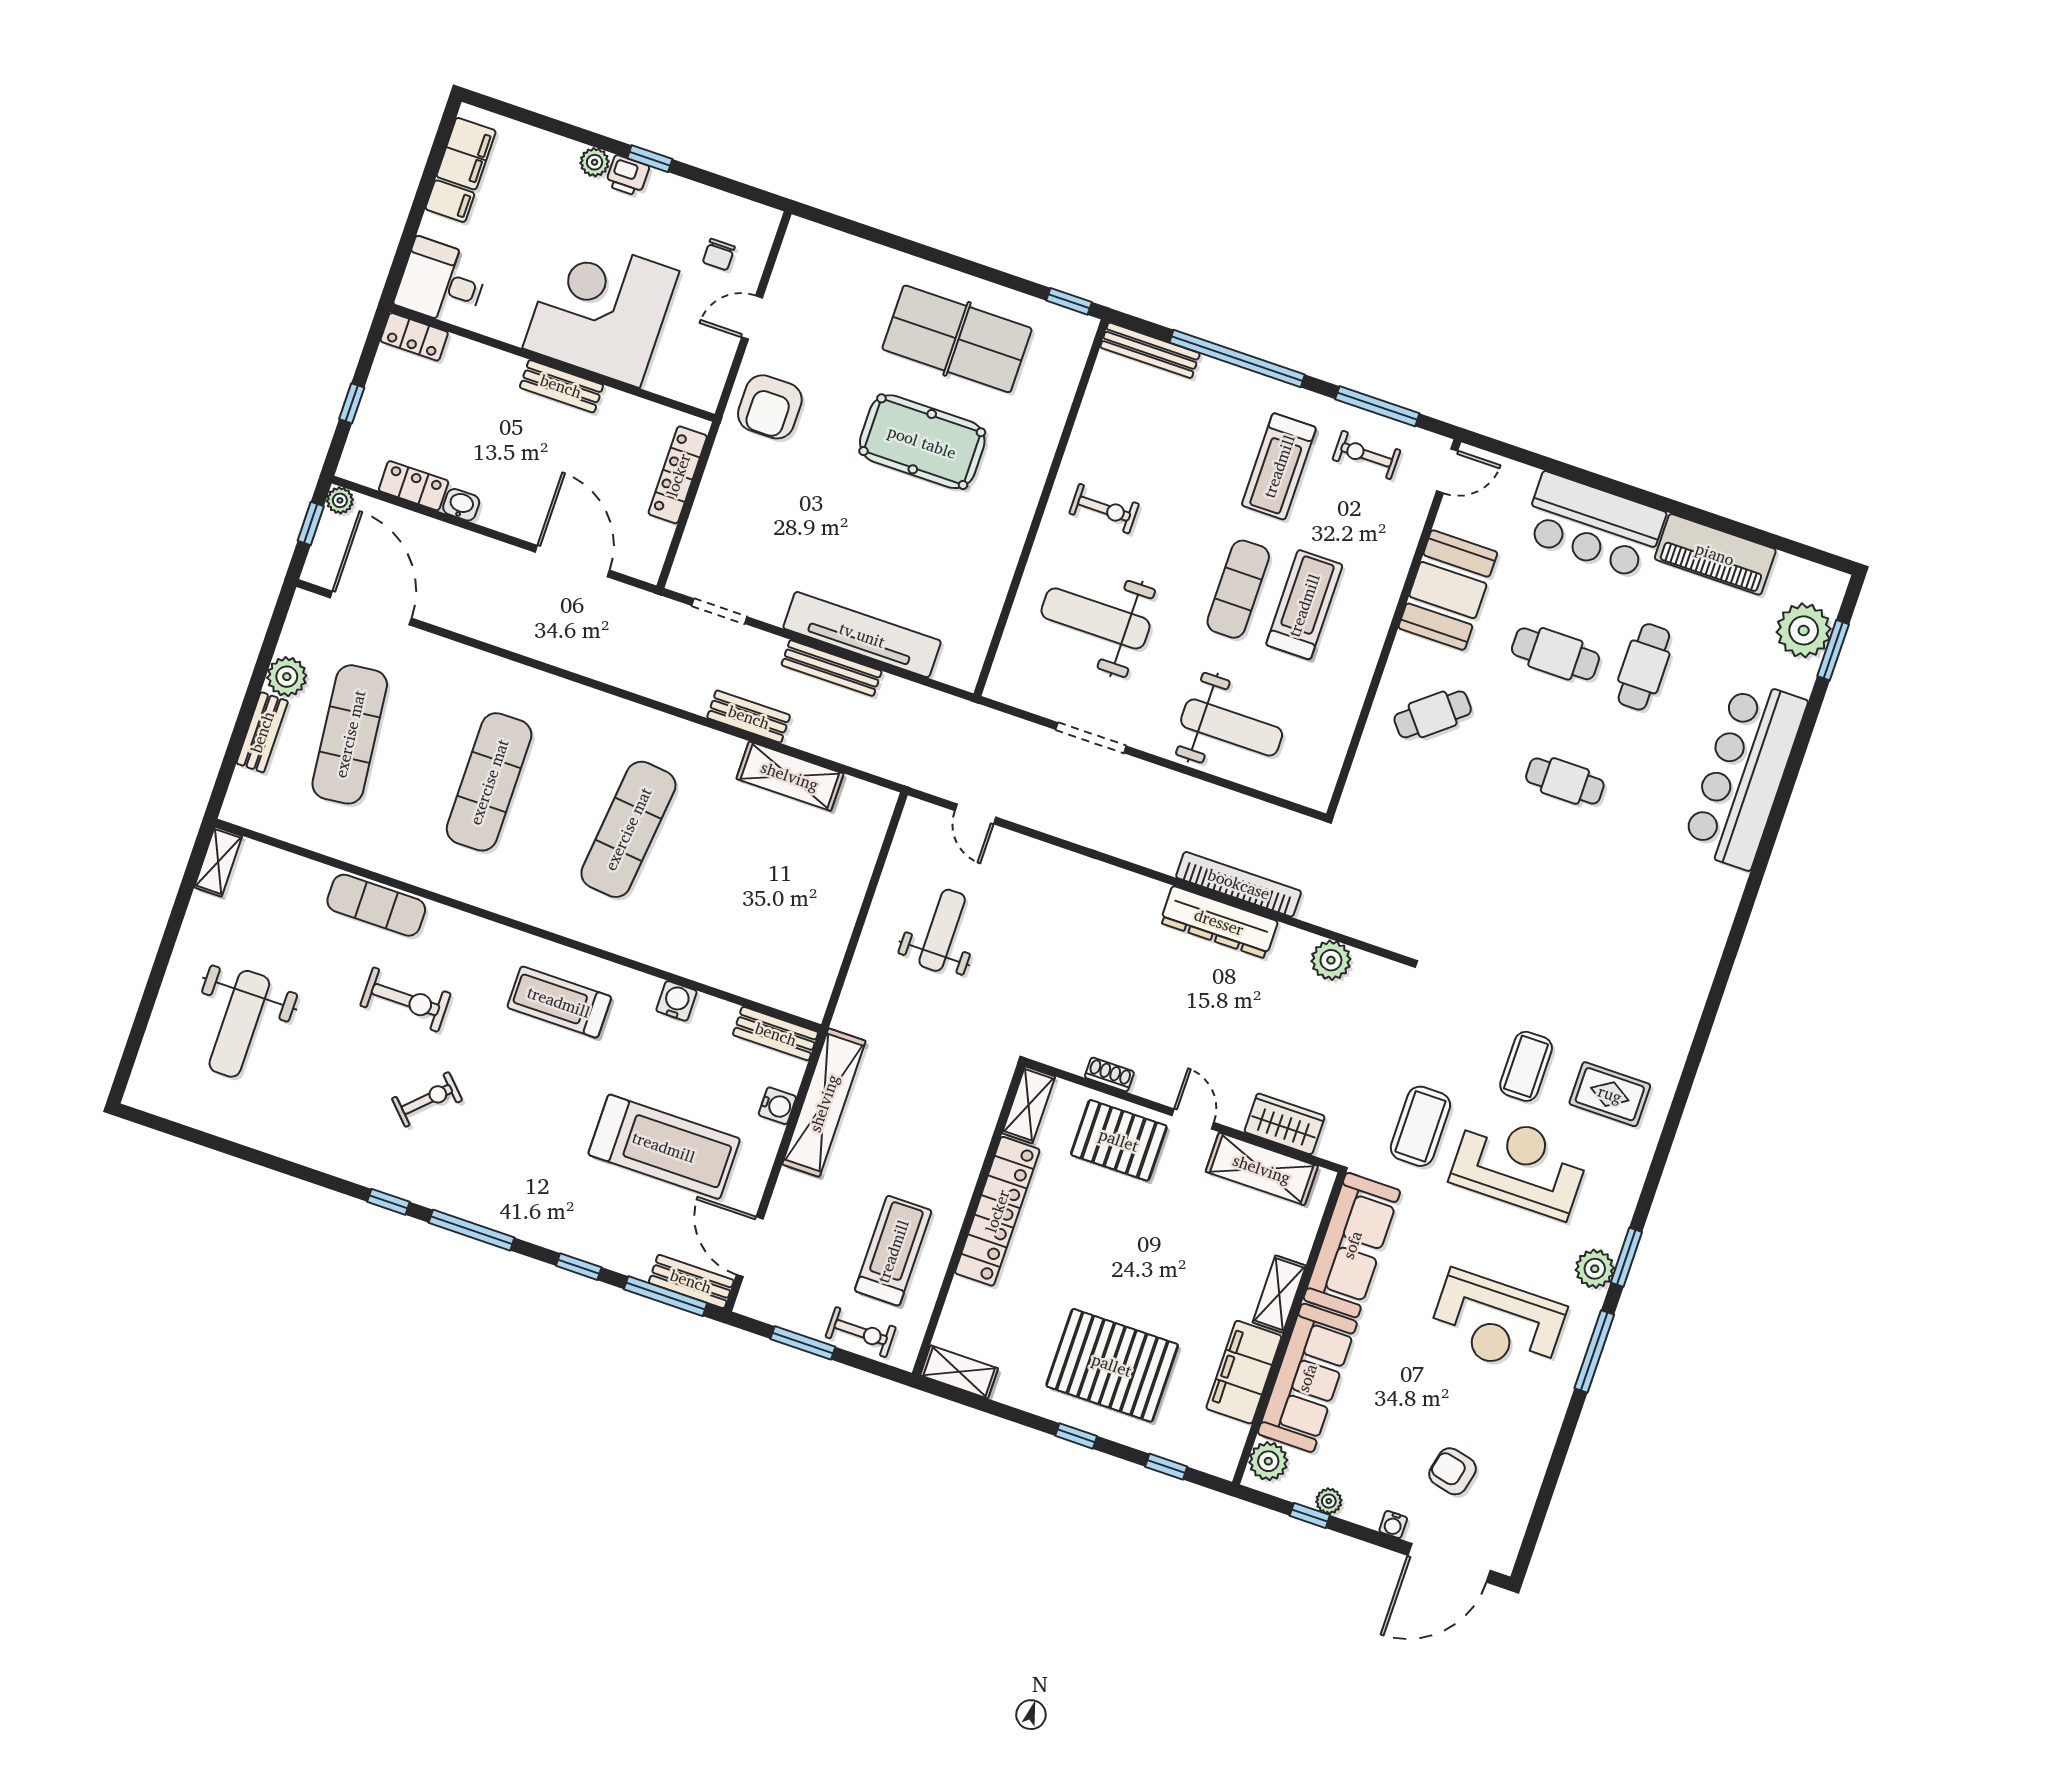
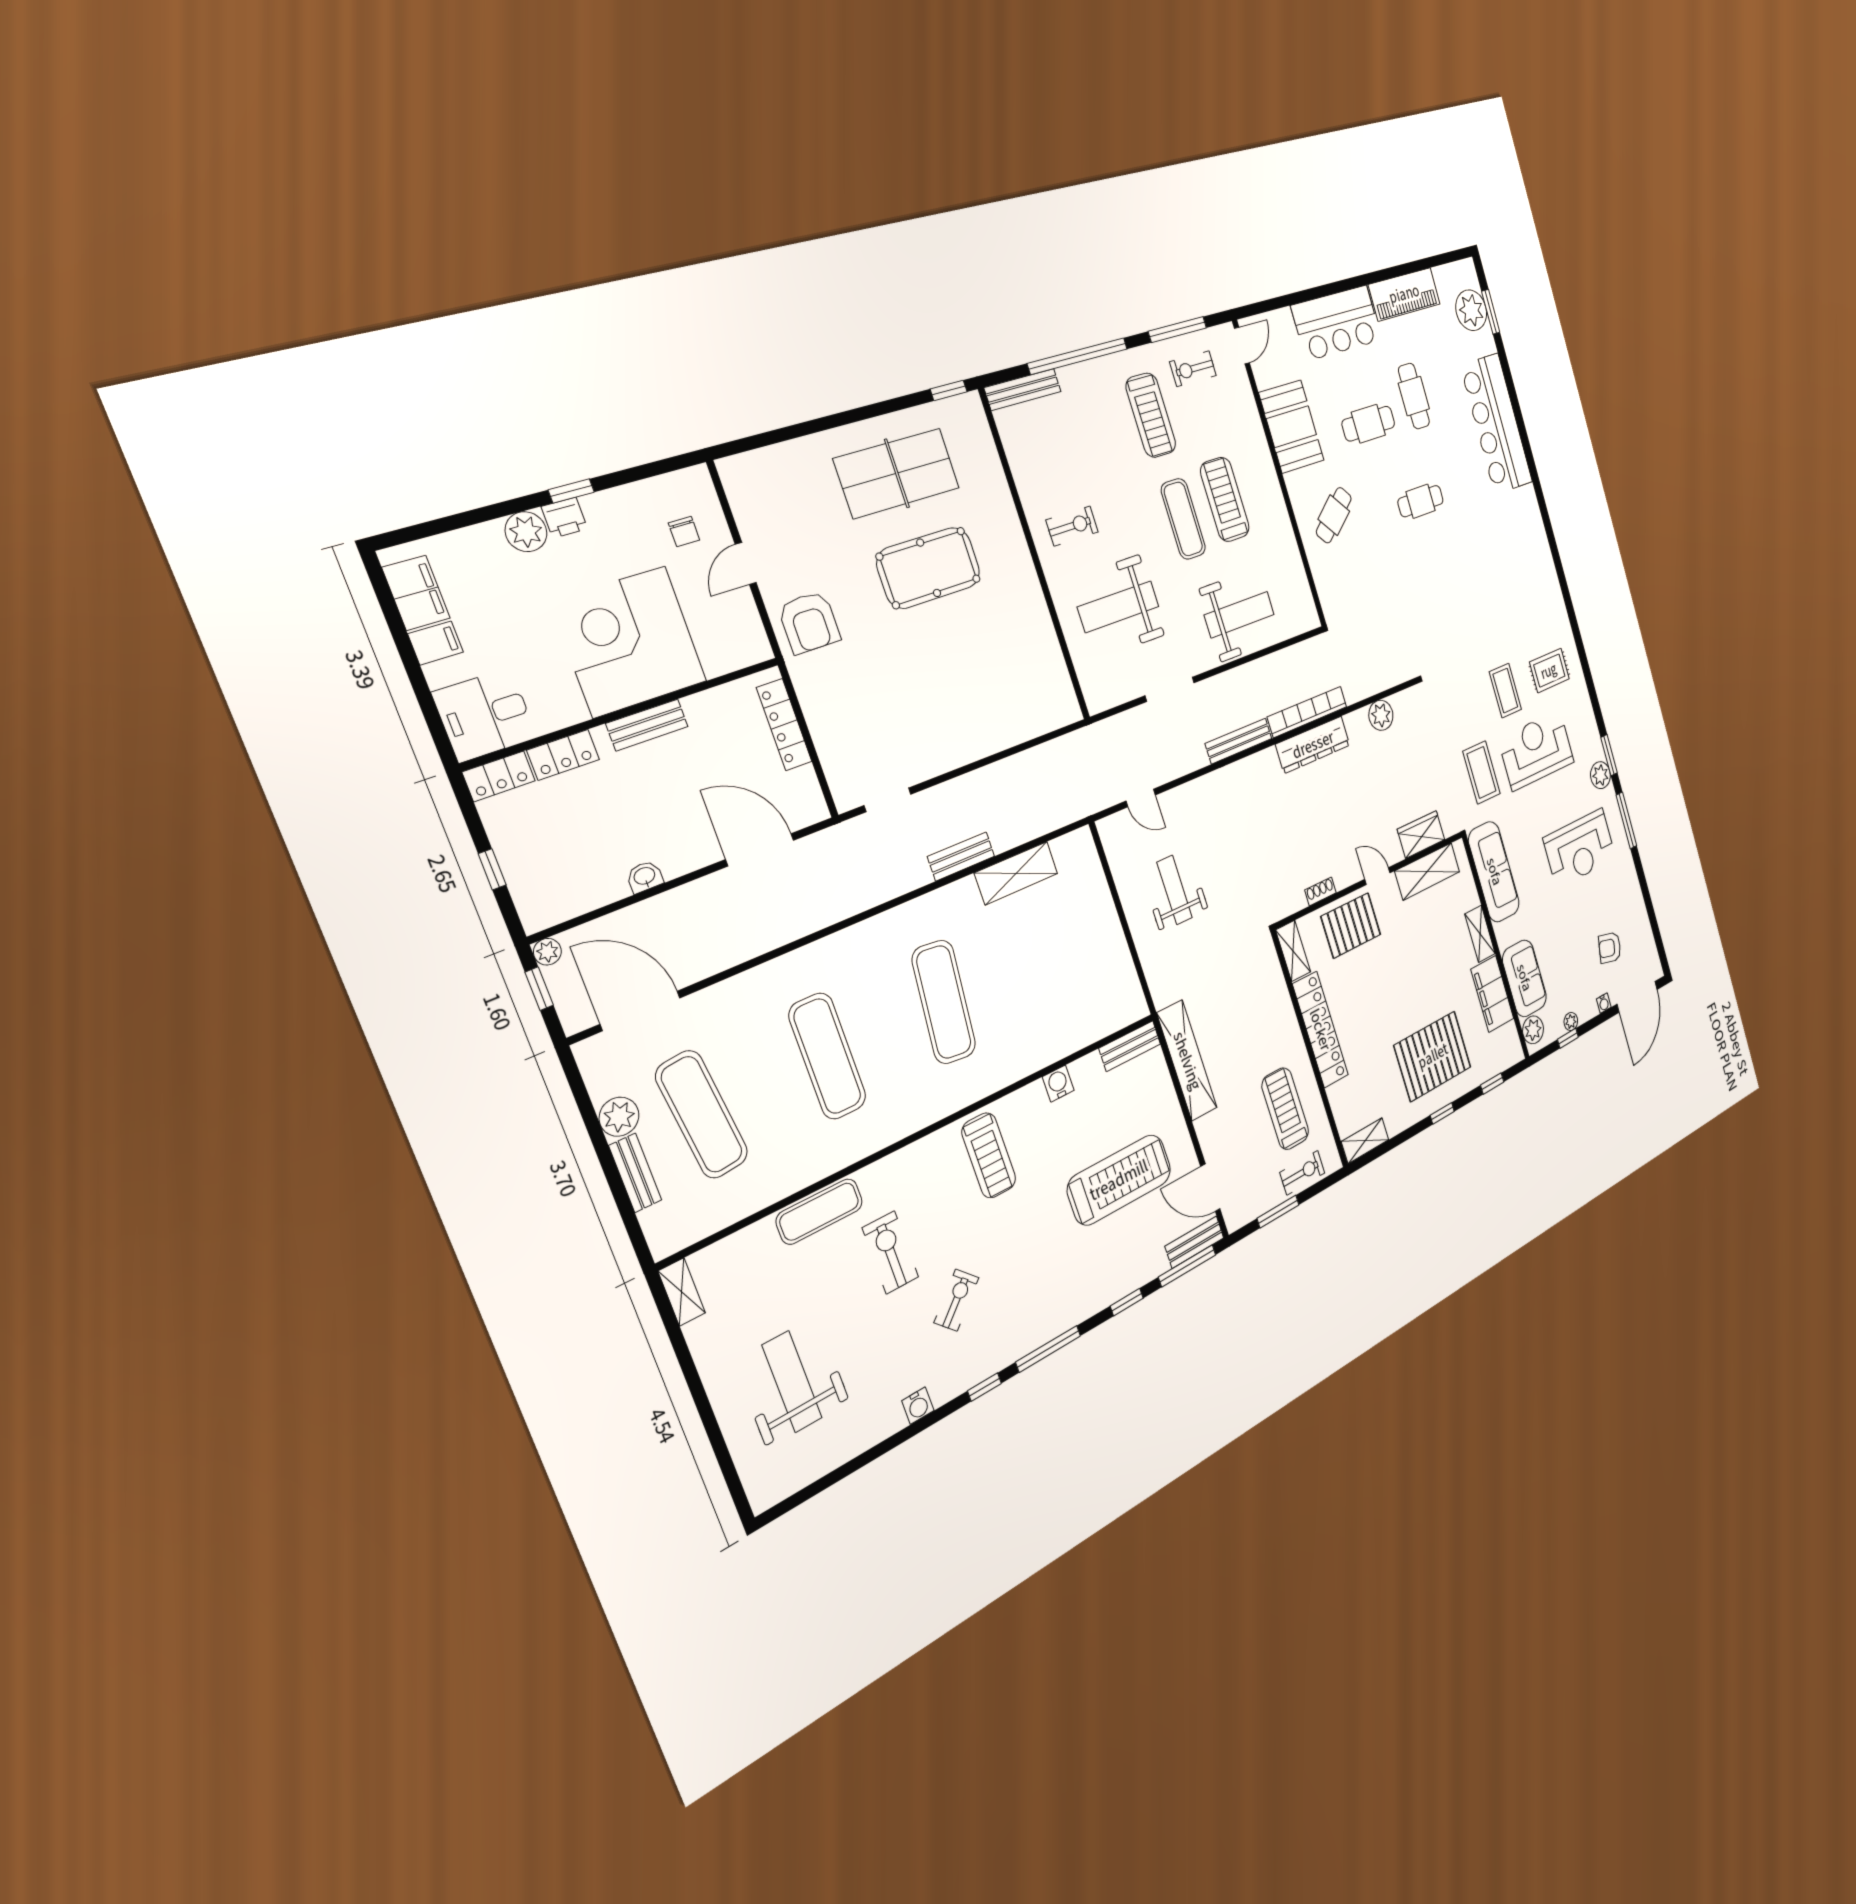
plant: (595, 162) -> (526, 532), width x1.38, depth x1.38
locker: (414, 486) -> (563, 755), moved, turned 180
tv unit: (862, 635) -> (990, 737), removed
bench: (832, 668) -> (1239, 741), moved
exercise bike: (405, 1000) -> (890, 1252), turned -90
treadmill: (559, 1002) -> (989, 1155), turned -90
weight bench: (239, 1024) -> (792, 1382), turned 180
water cooler: (777, 1106) -> (918, 1406), moved, turned 90
sofa: (1307, 1378) -> (1524, 978), width x0.73

